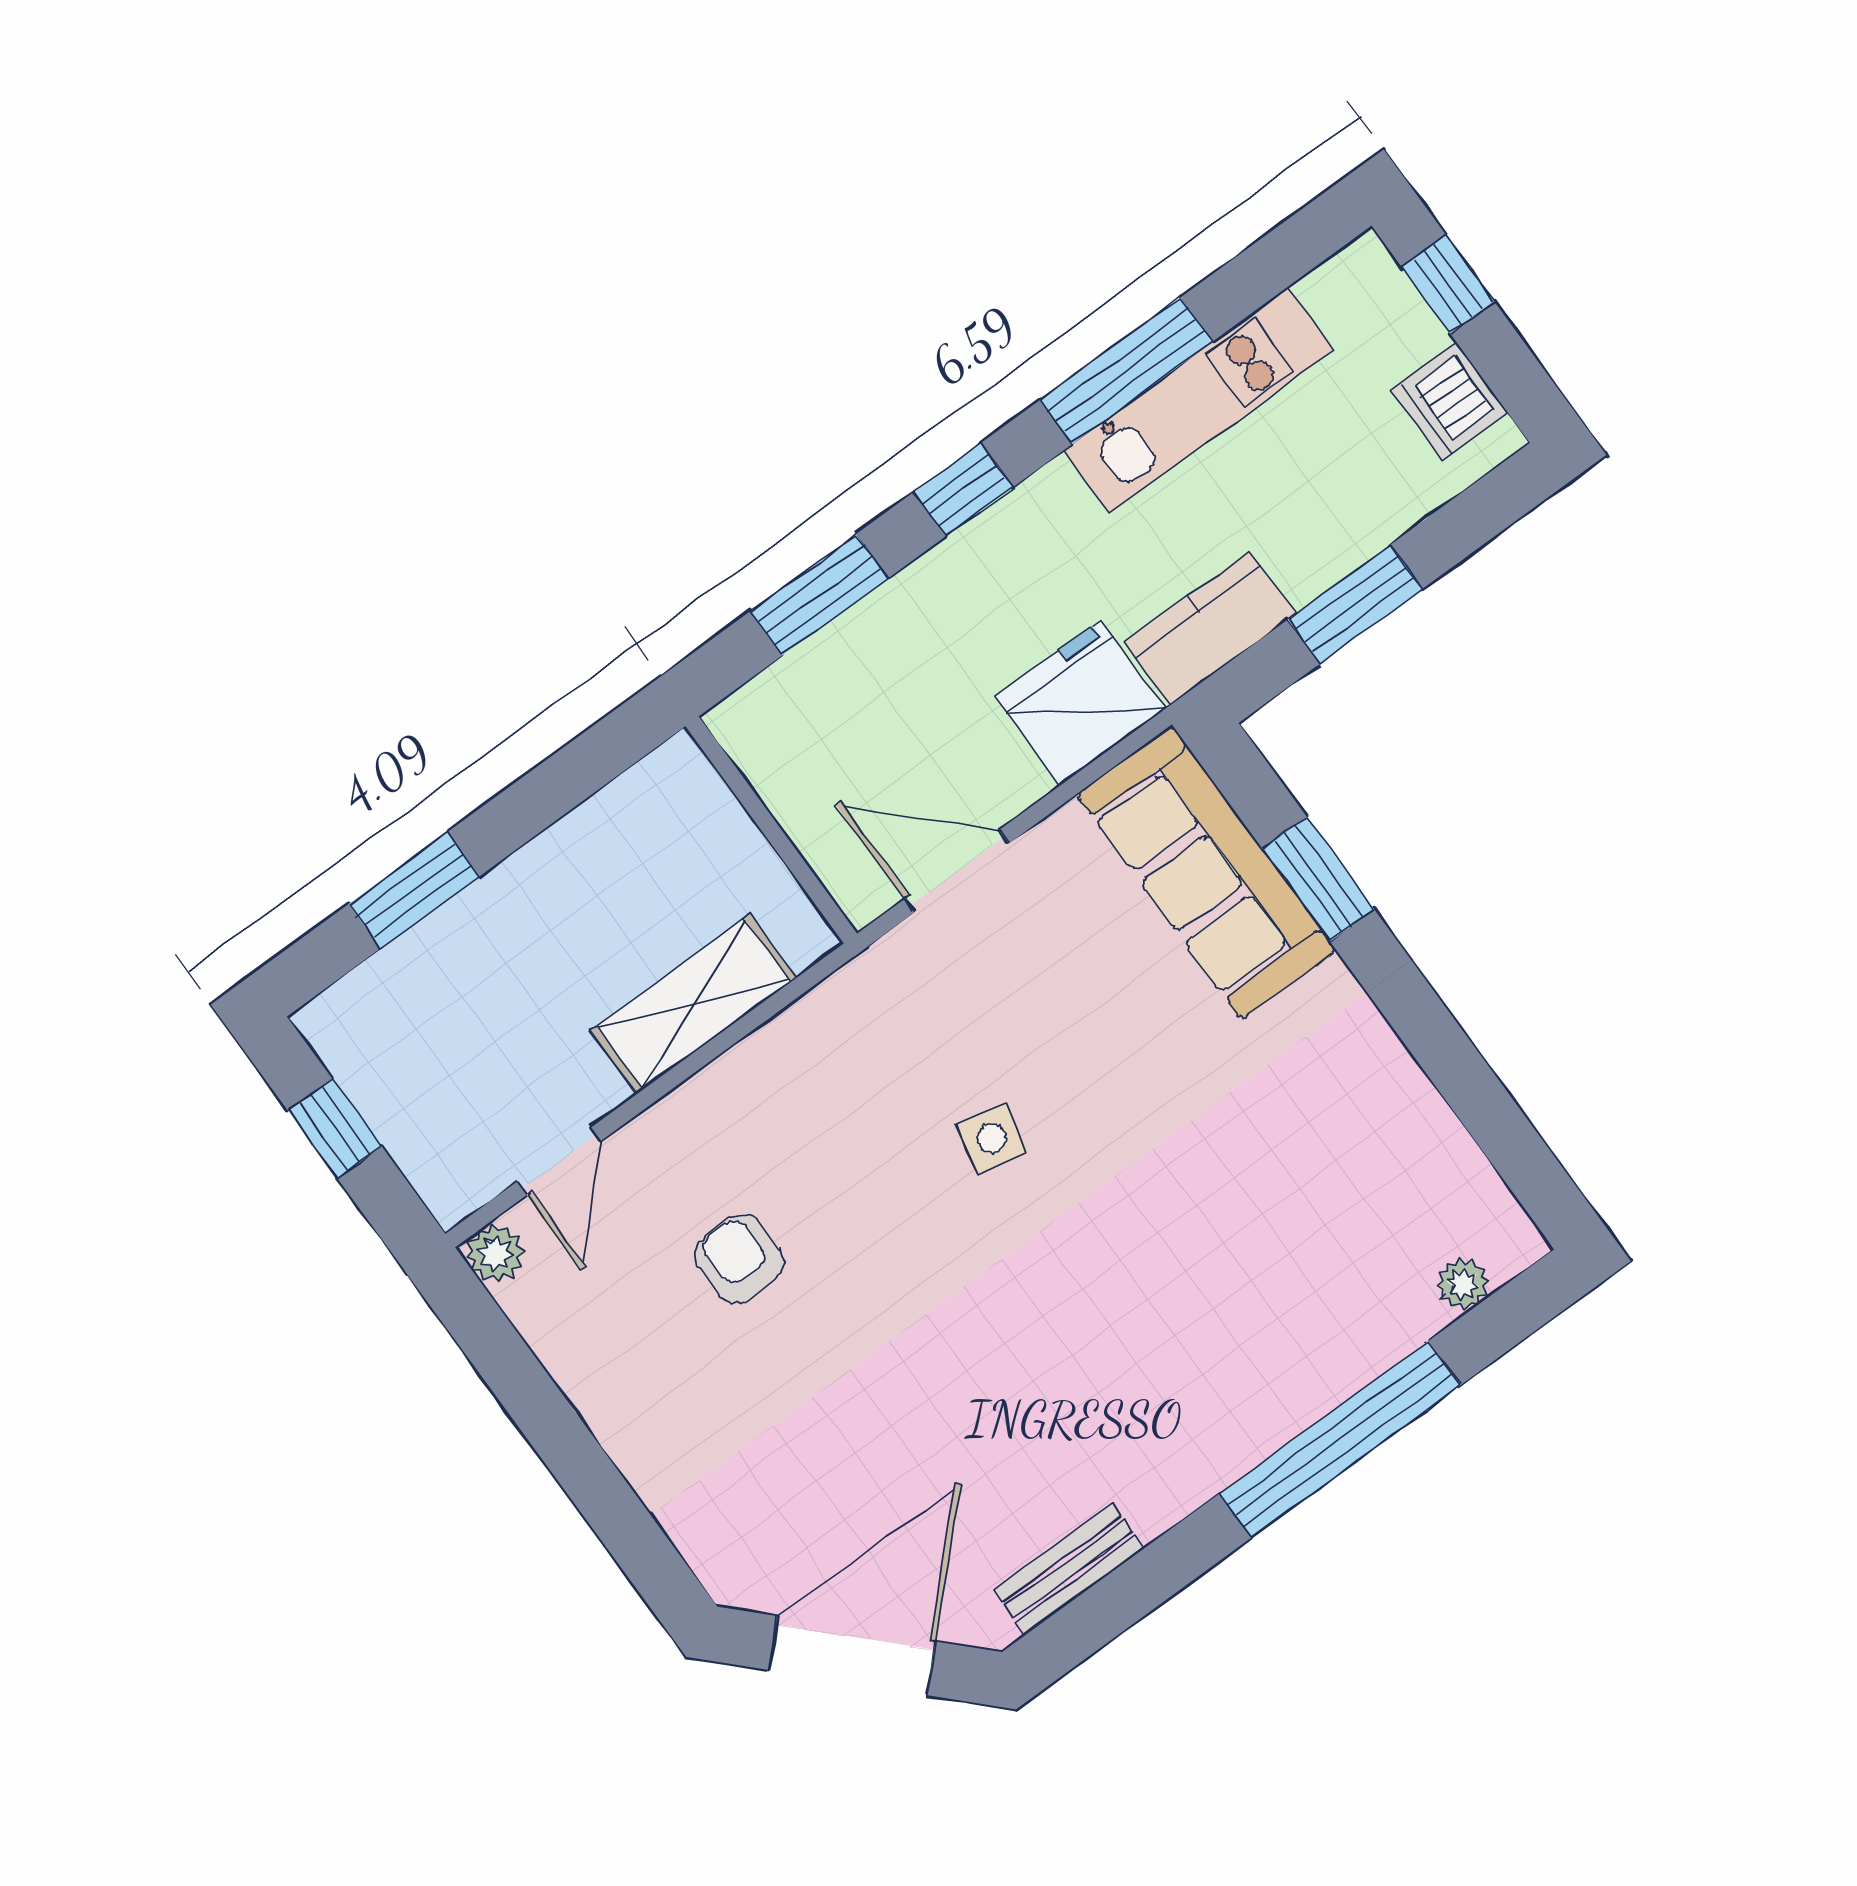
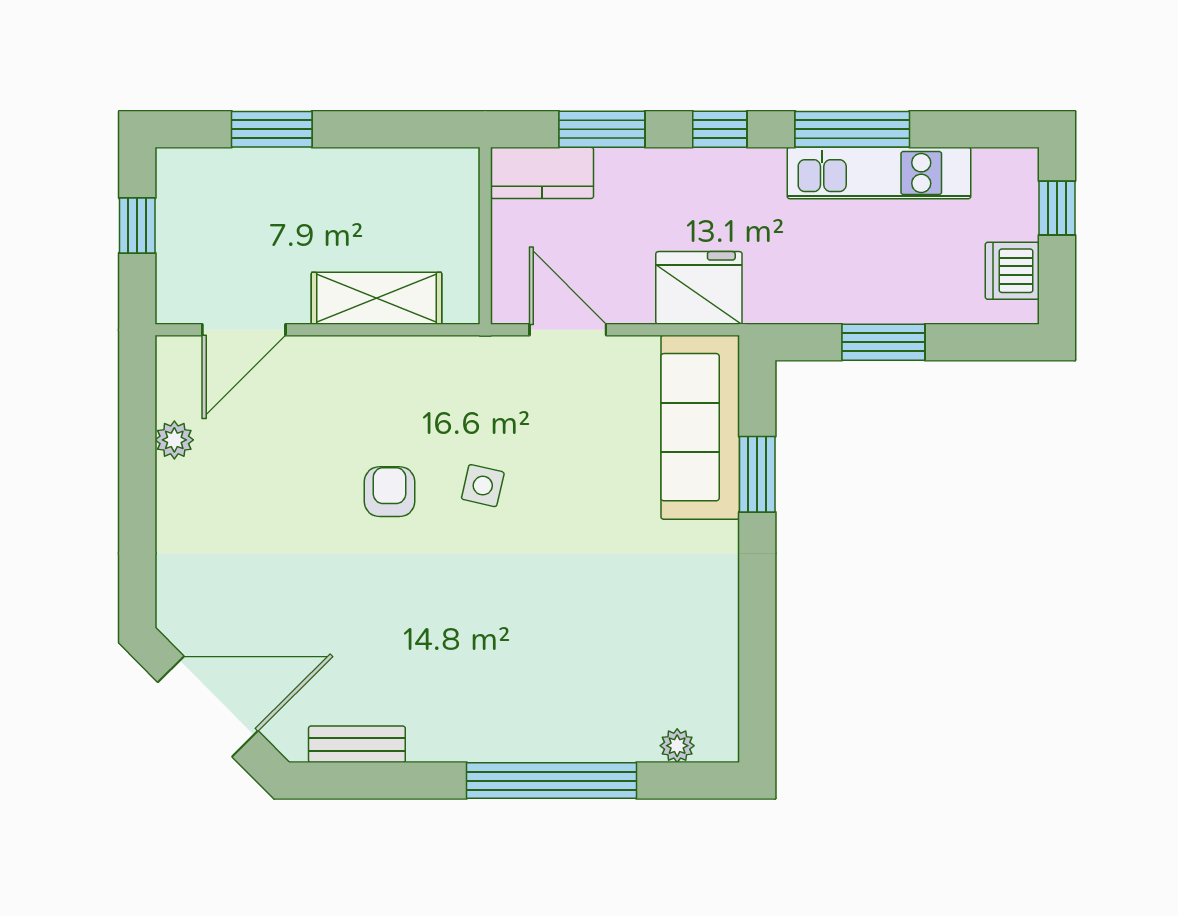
kitchen counter: (1210, 628) -> (542, 173), moved, turned 180
door: (559, 1161) -> (244, 330), width x1.38
plant: (496, 1254) -> (174, 440), moved
armchair: (739, 1259) -> (390, 492), moved

